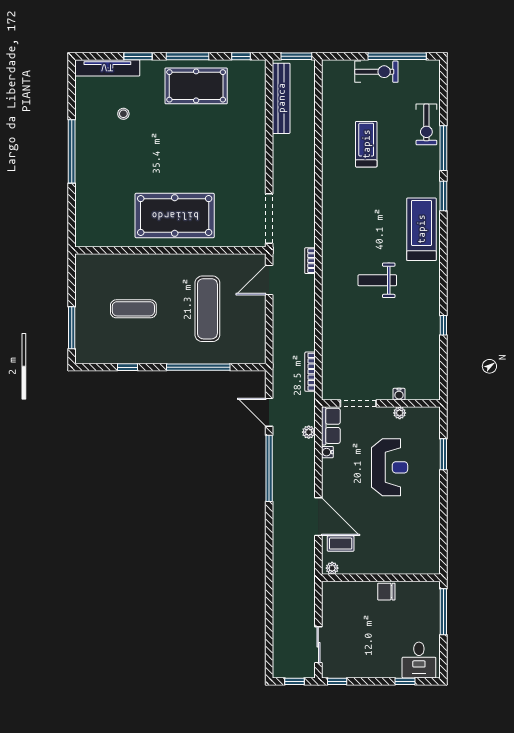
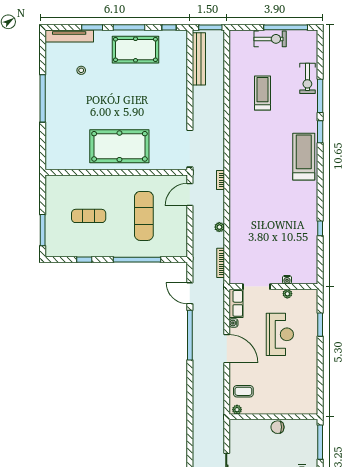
weight bench: (377, 280) -> (271, 195), removed
plant: (309, 432) -> (219, 227), moved
door: (318, 517) -> (227, 349), moved

